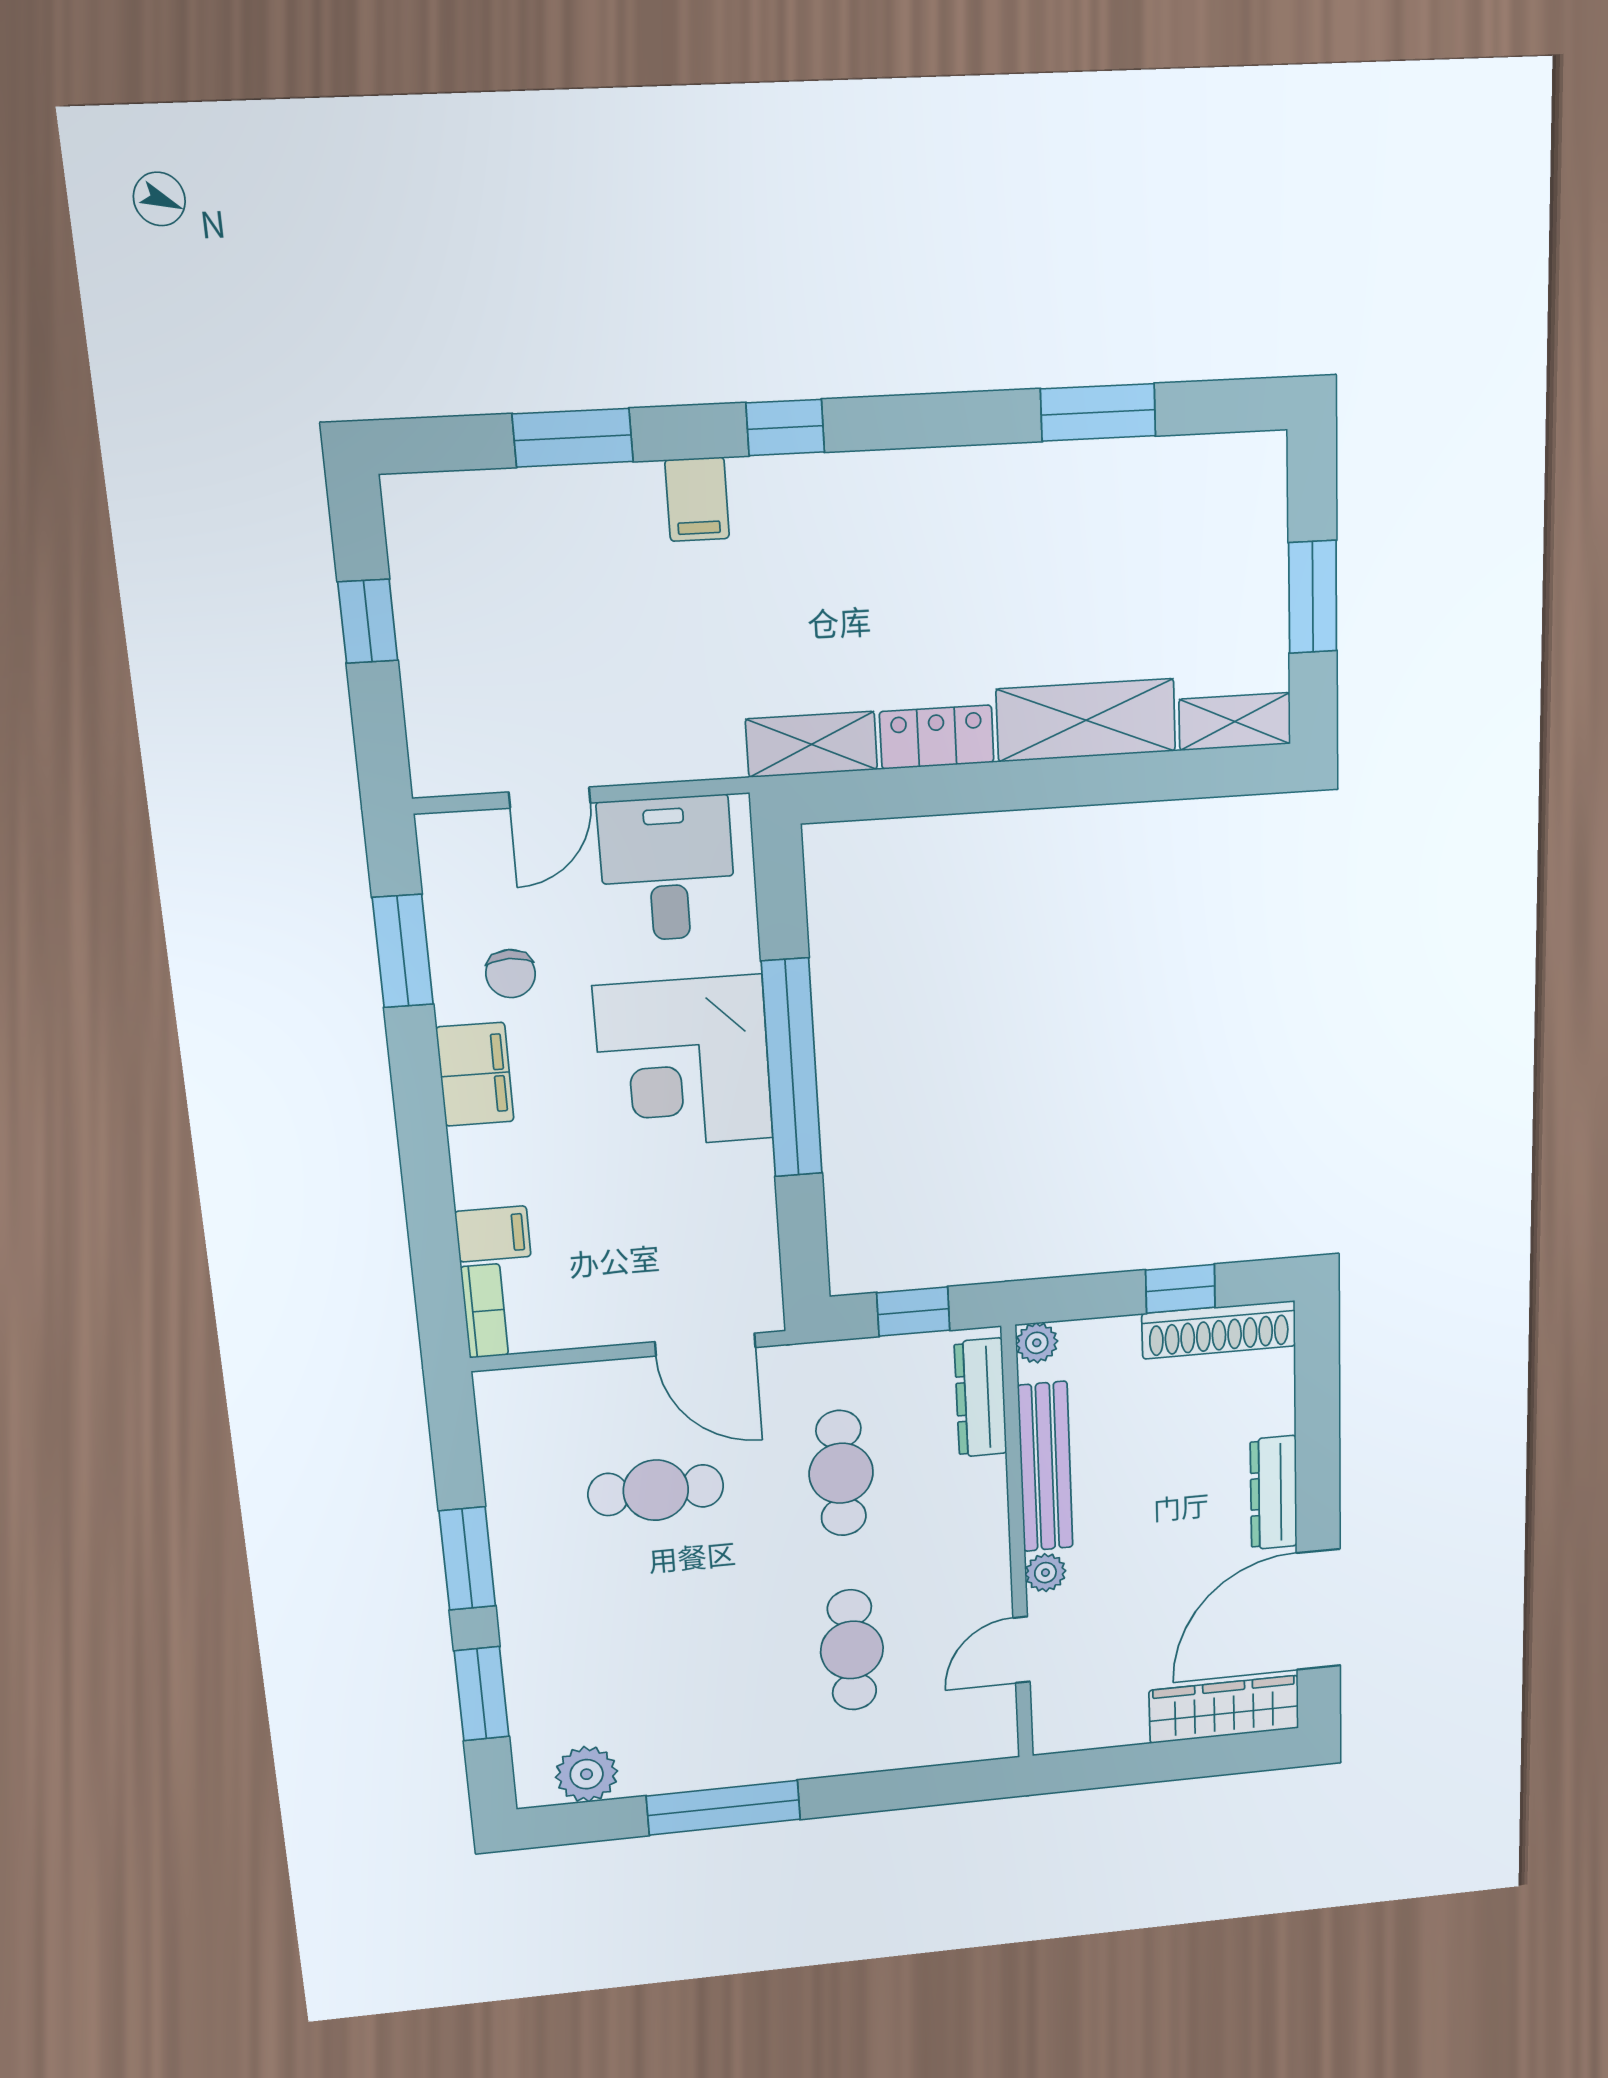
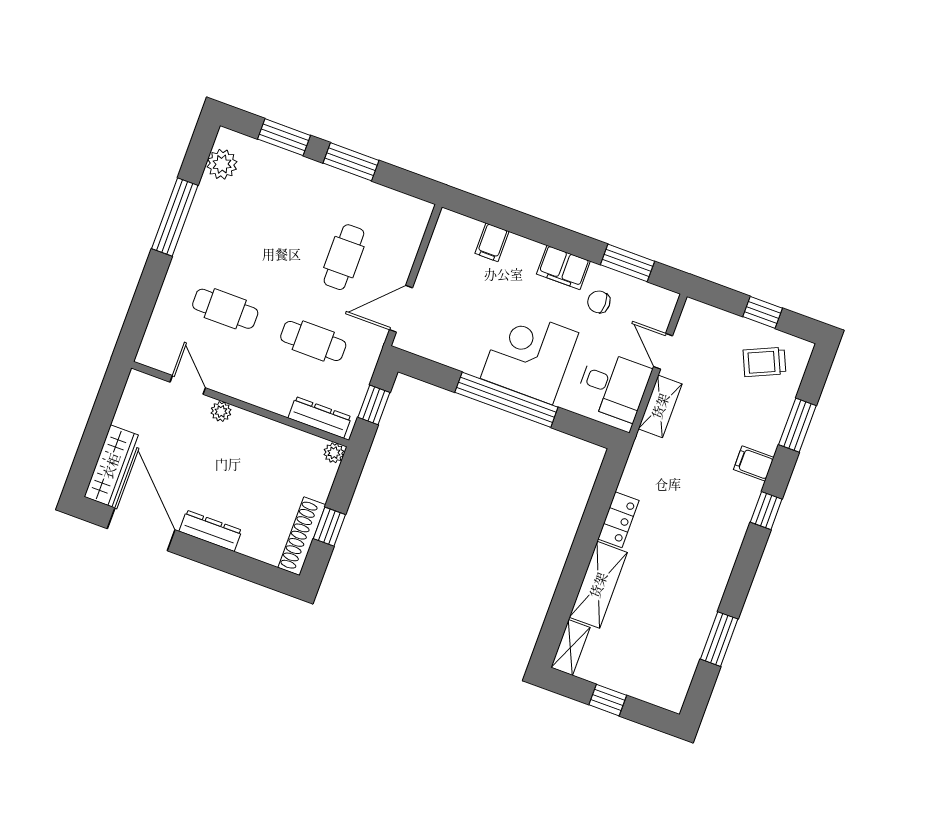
trolley: (471, 571) -> (764, 362), added
window: (1313, 597) -> (608, 700), width x0.67
shelving: (812, 744) -> (660, 406), moved
bookcase: (484, 1311) -> (460, 223), removed
bench: (1045, 1467) -> (273, 433), removed

